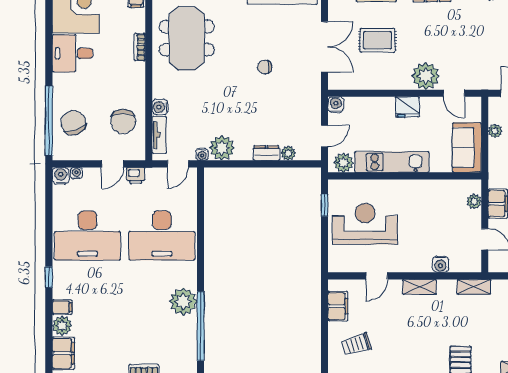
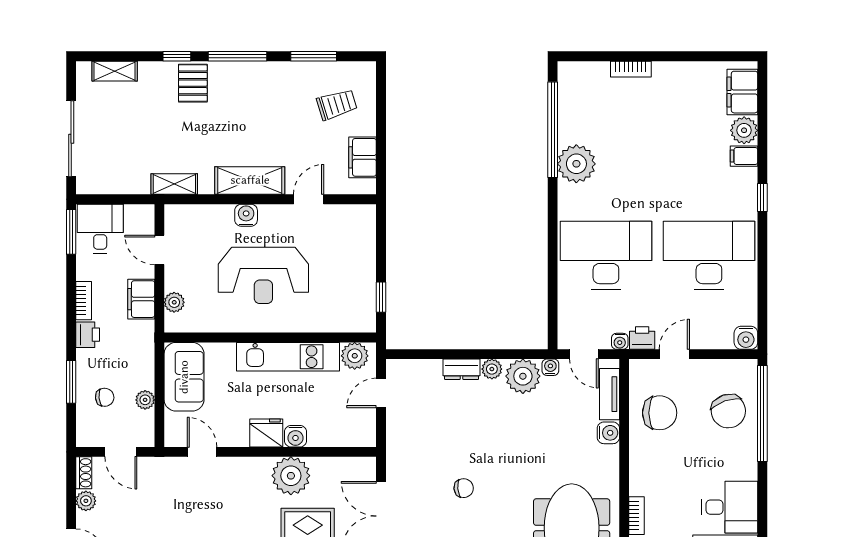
plant: (426, 76) -> (291, 476), moved
water cooler: (336, 105) -> (295, 436), moved
chair: (123, 121) -> (660, 413), turned 90
plant: (288, 153) -> (492, 369), moved
door: (178, 164) -> (584, 354), swing flipped
water cooler: (76, 173) -> (620, 341), moved
reception desk: (365, 224) -> (263, 275), moved
water cooler: (440, 264) -> (246, 215), moved
shelving: (419, 287) -> (250, 180), width x1.50, depth x1.33

